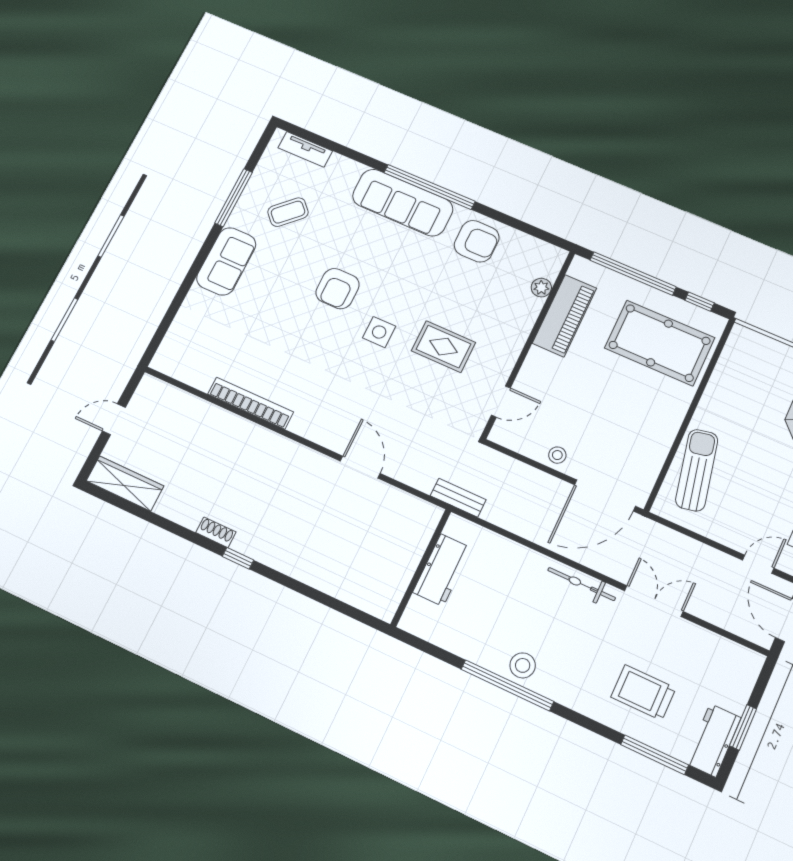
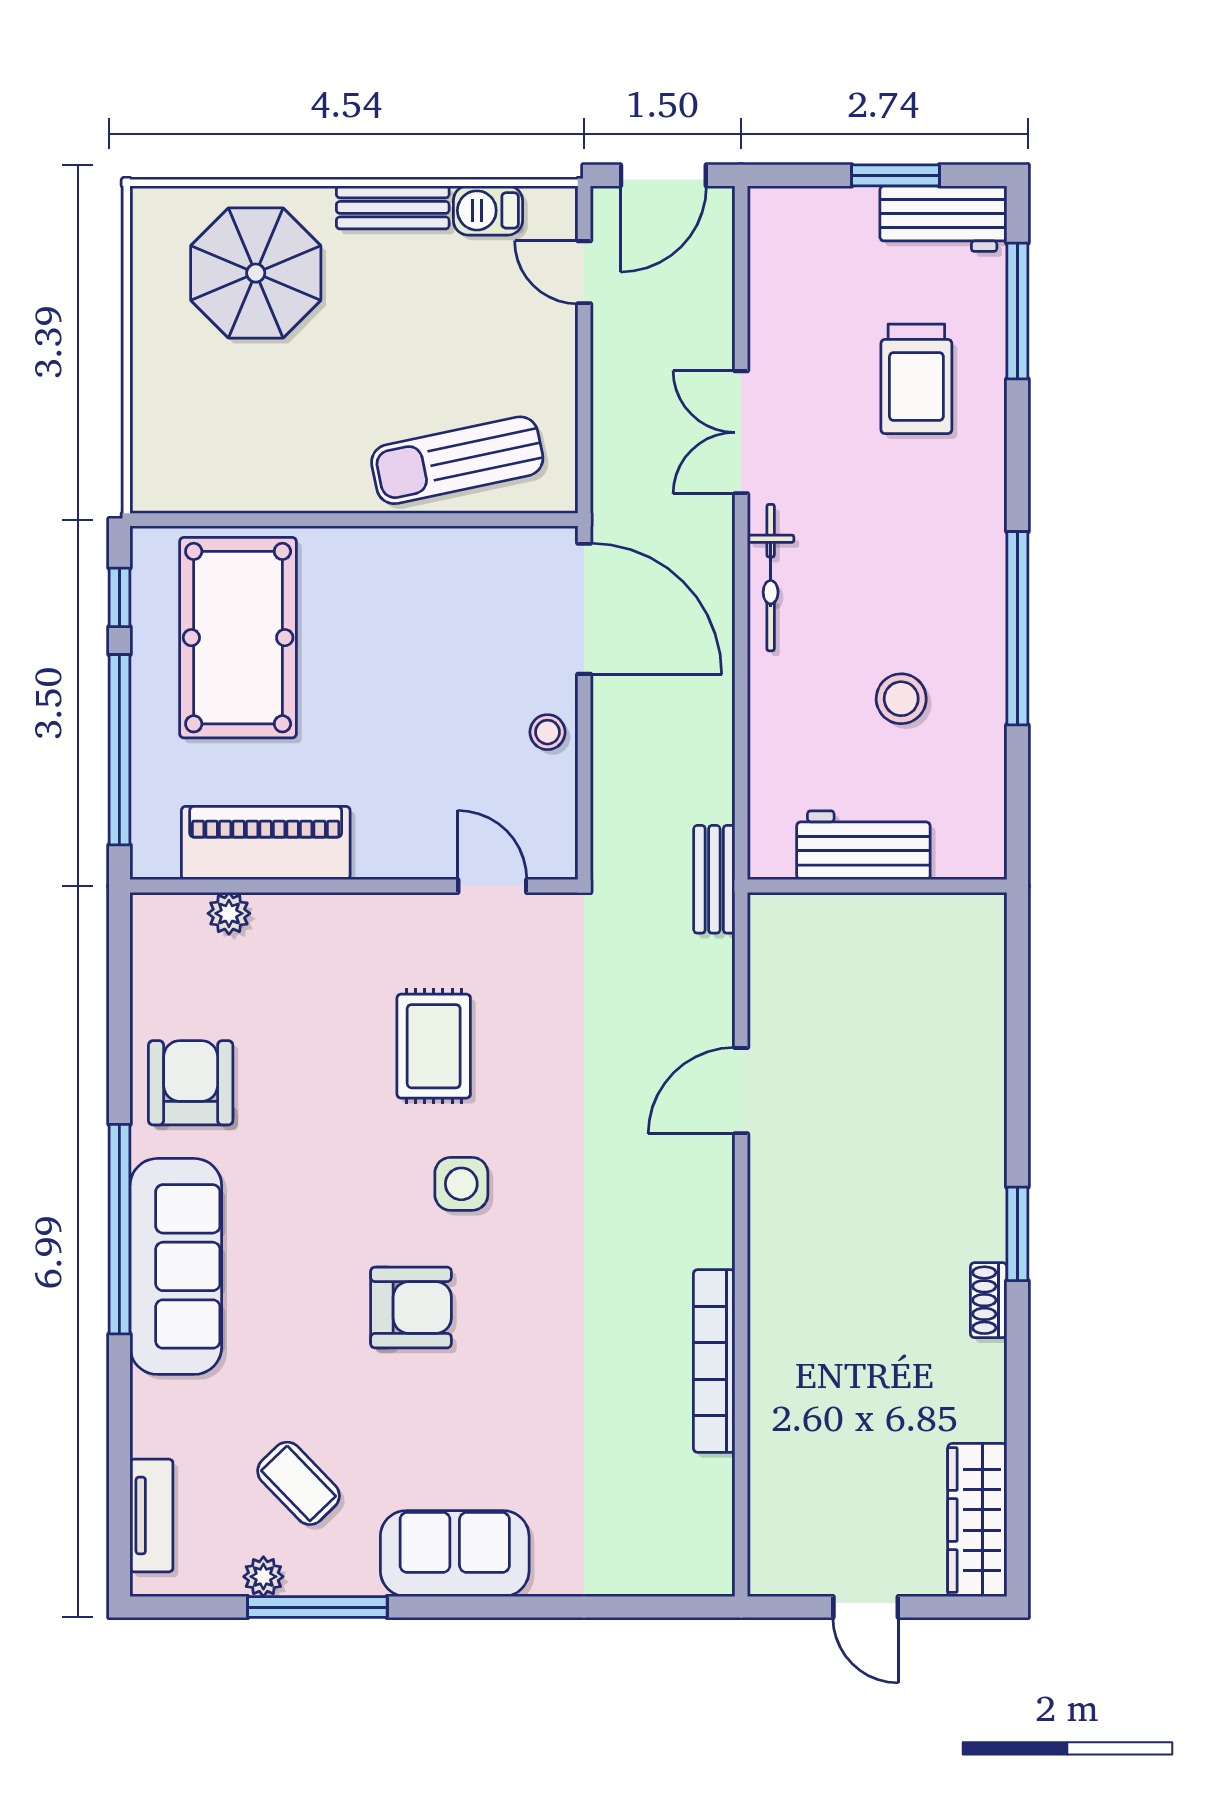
plant: (257, 182) -> (263, 1577), added
window: (238, 558) -> (1017, 1234), width x1.50
stool: (523, 665) -> (901, 699), moved

